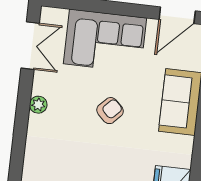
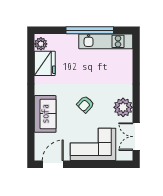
plant: (38, 105) -> (123, 107), width x1.87, depth x1.87

